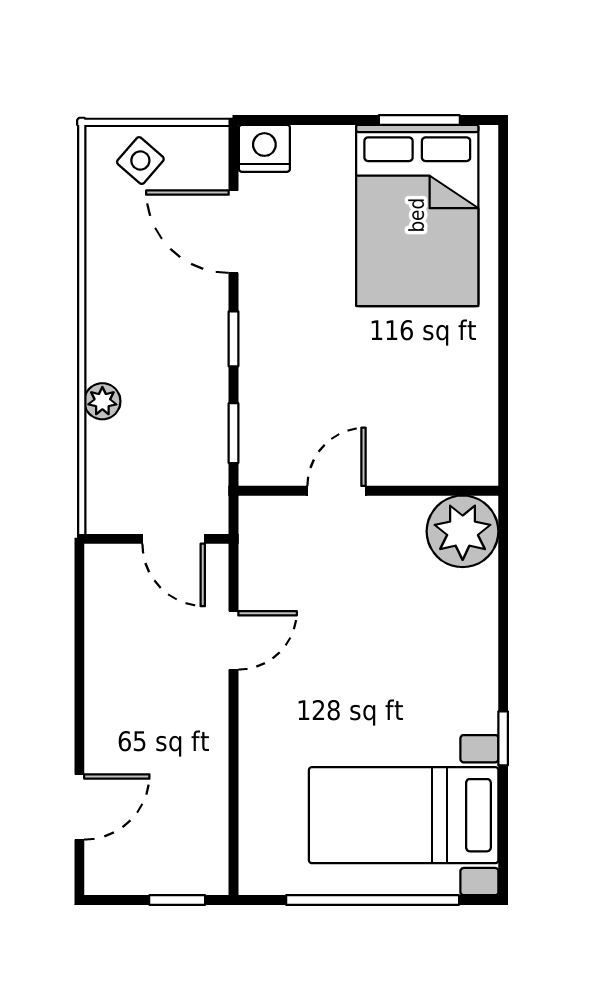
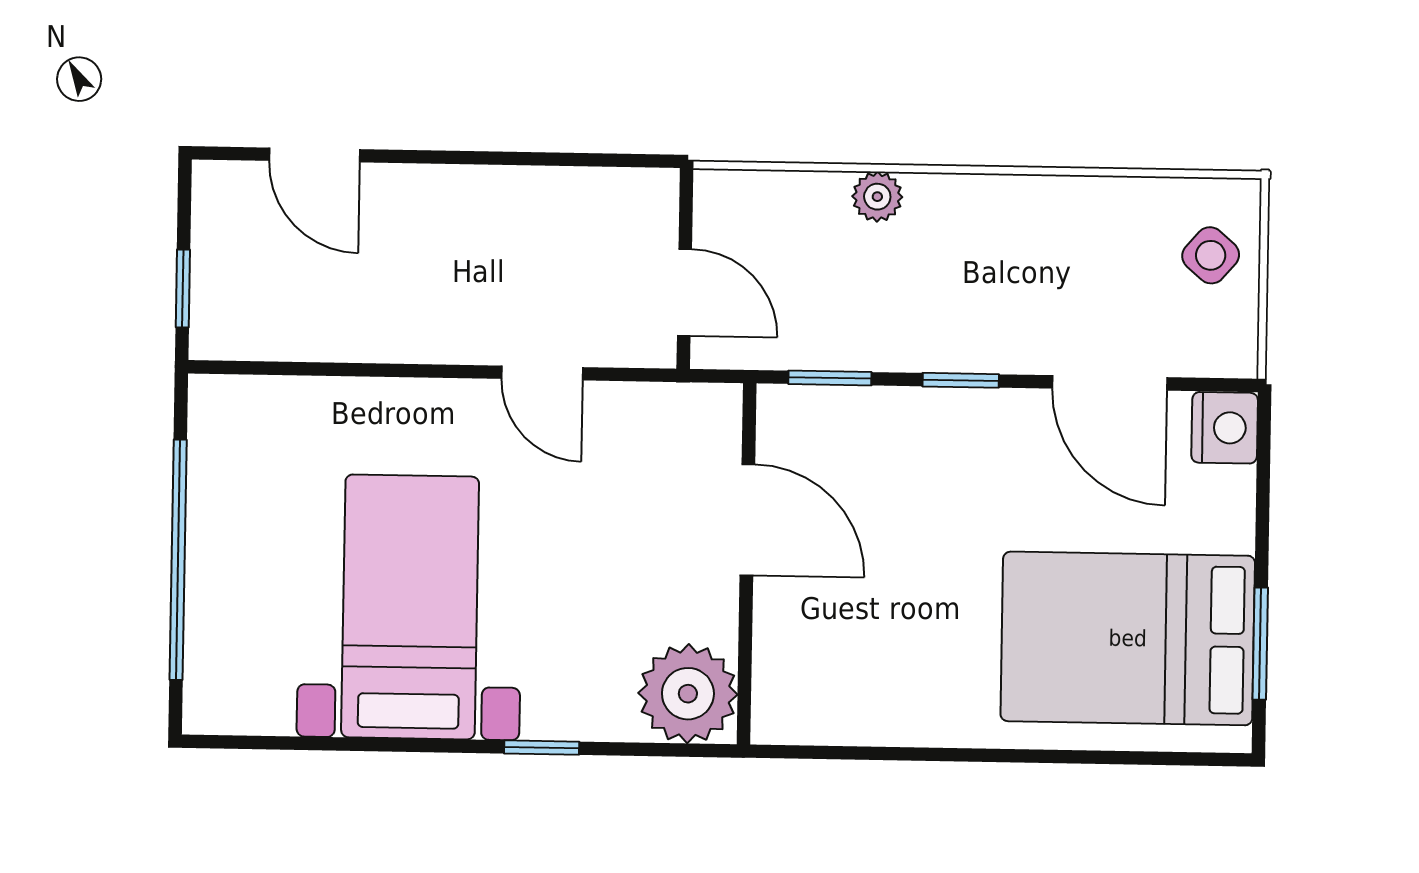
door: (234, 232) -> (1110, 383), swing flipped
door: (337, 491) -> (747, 520), width x1.38
door: (174, 539) -> (684, 292), swing flipped
window: (503, 738) -> (542, 748), moved
bed with nightstands: (404, 815) -> (410, 607), moved

